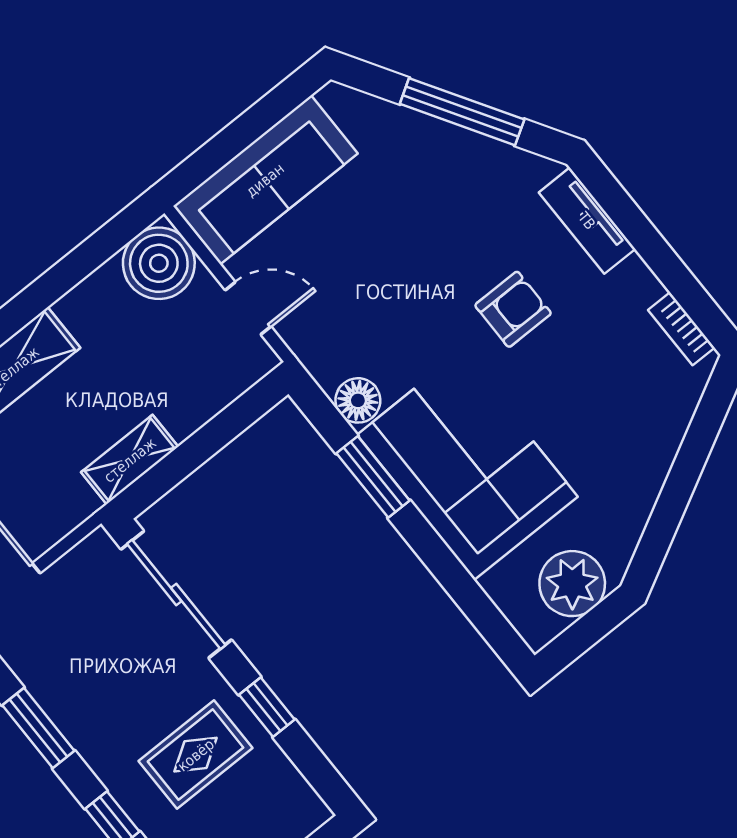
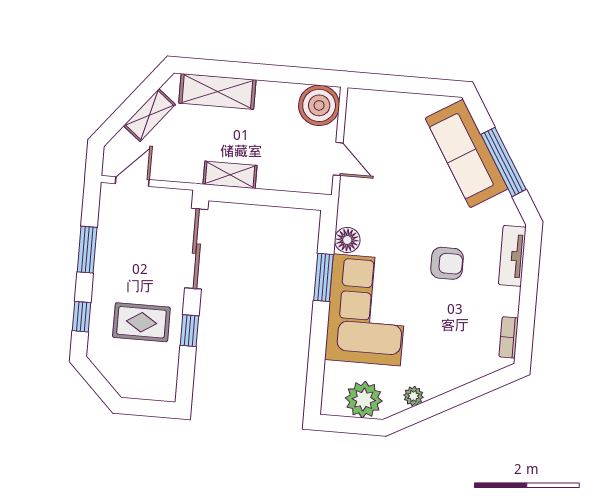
sofa: (265, 180) -> (467, 153), moved, turned 59
plant: (631, 519) -> (413, 396), added

